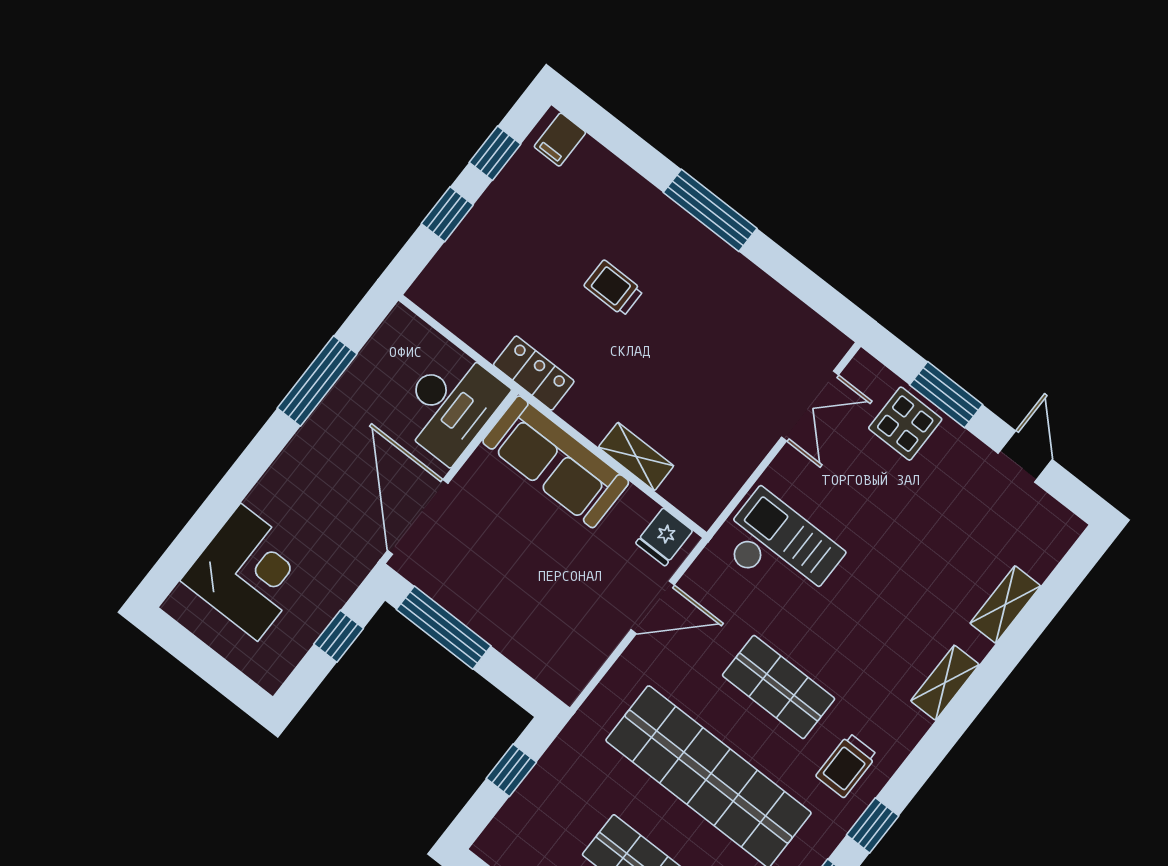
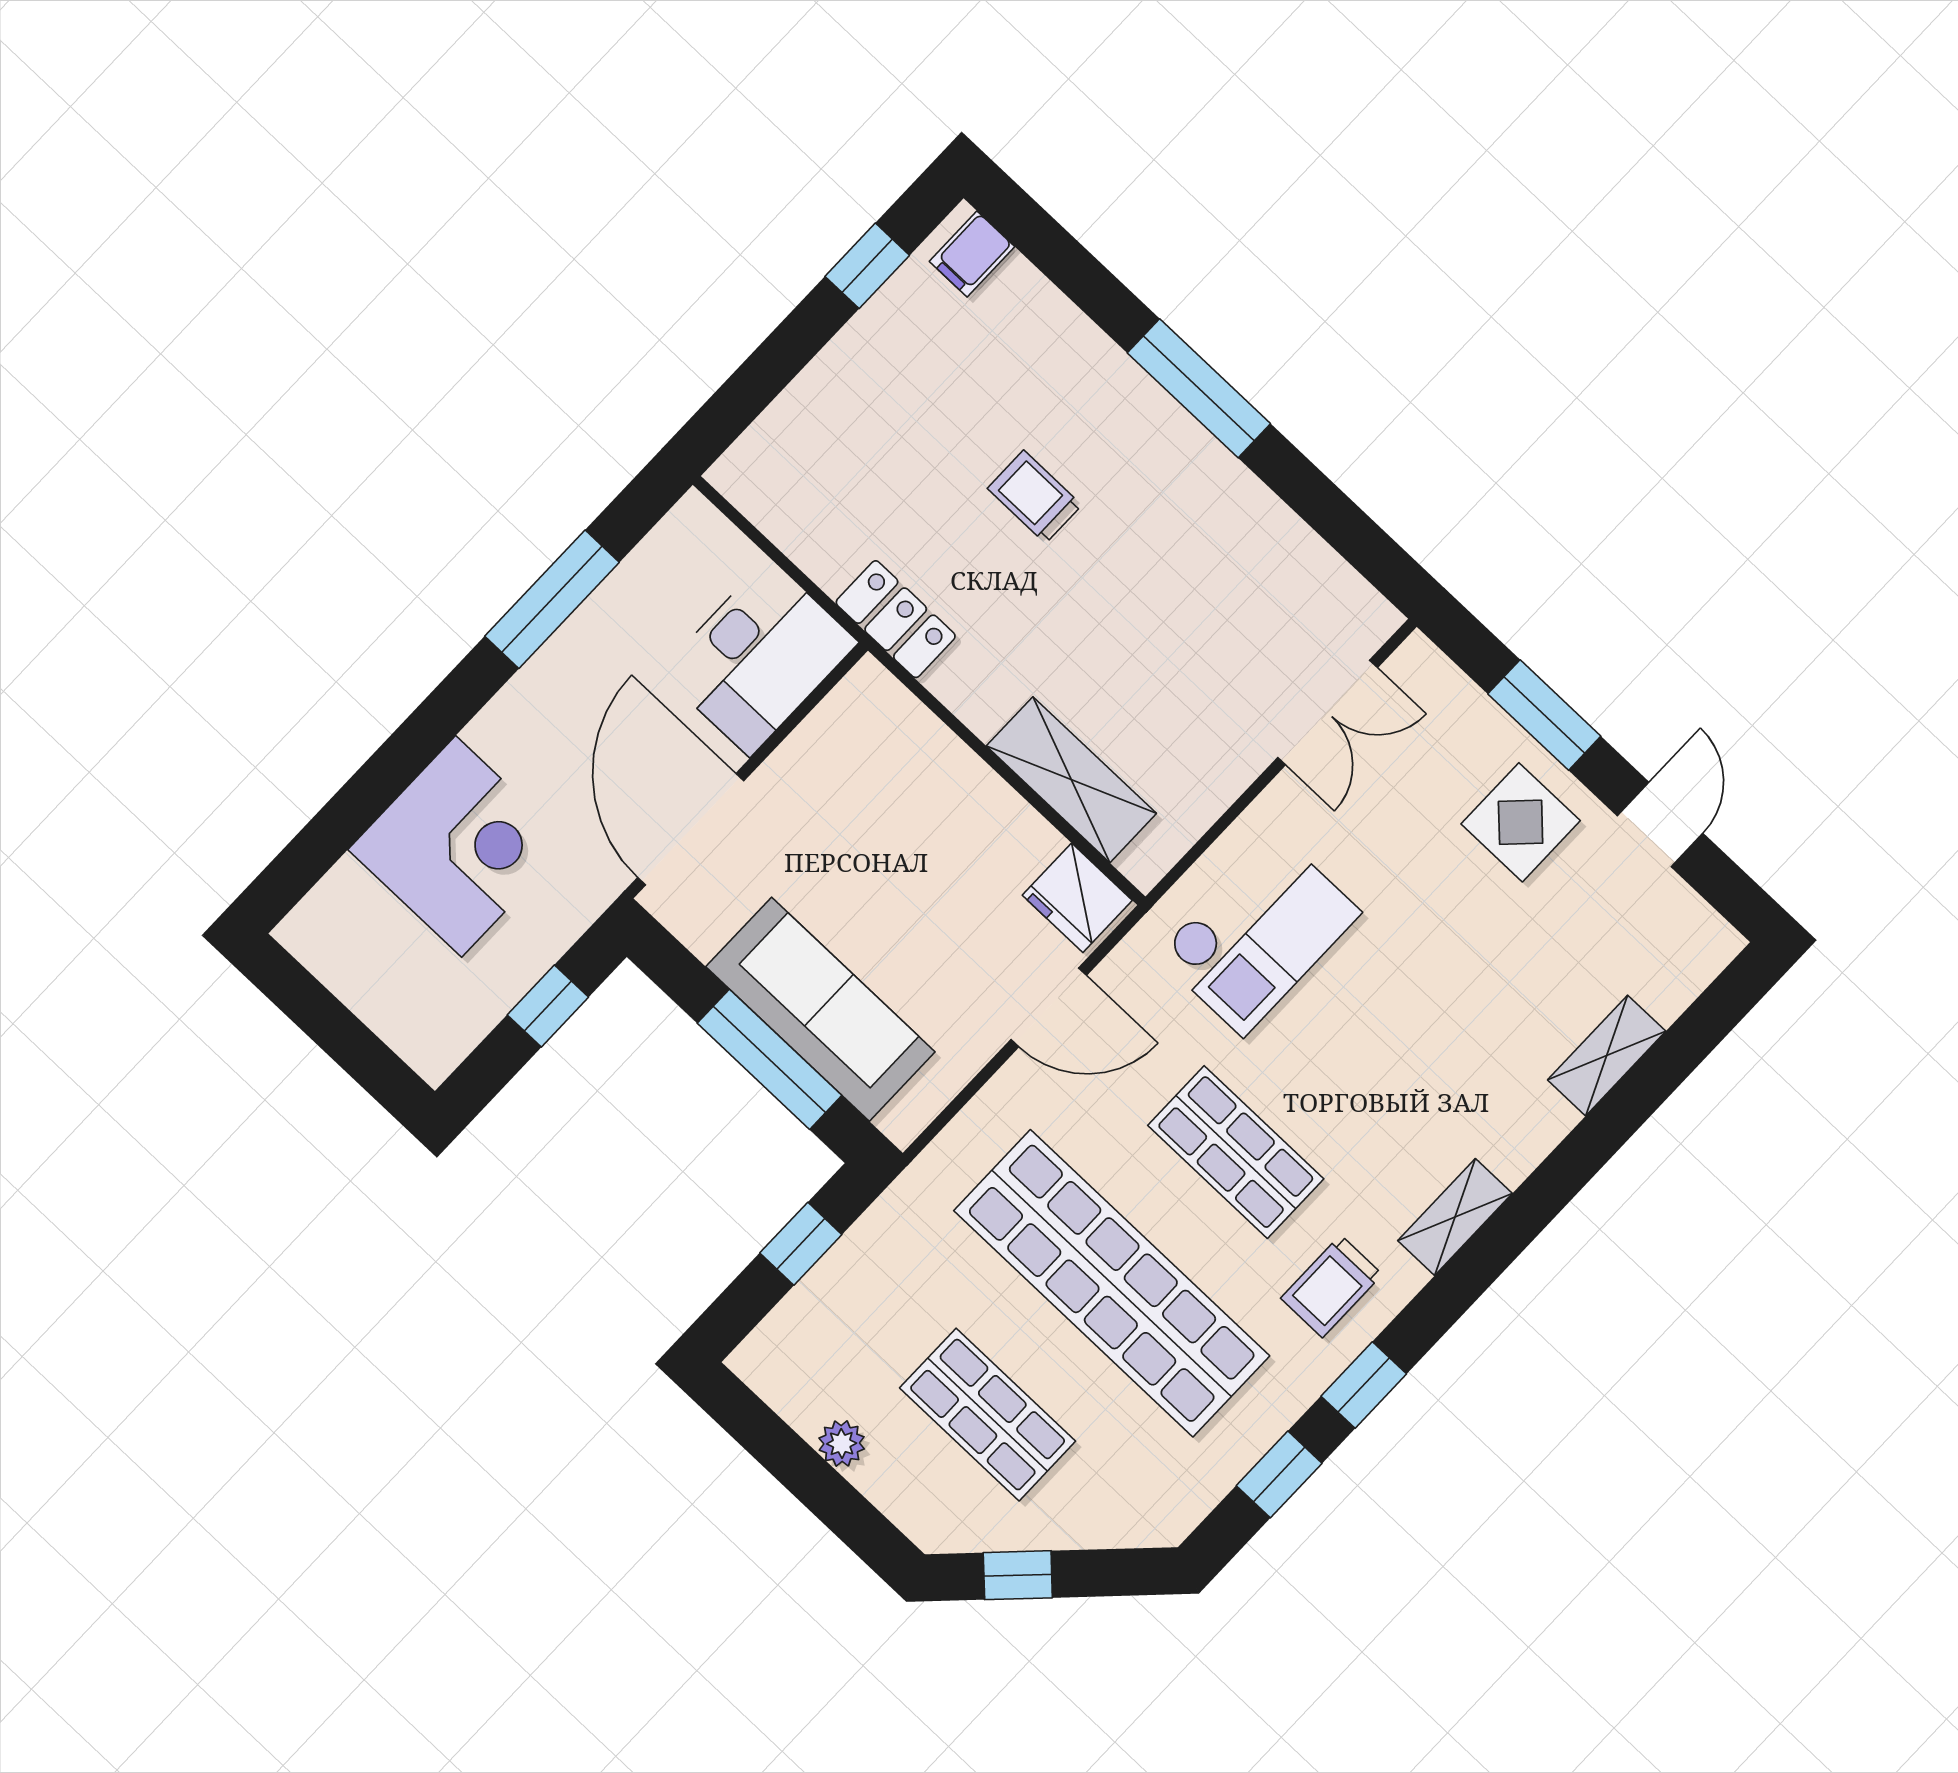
window: (447, 214) -> (783, 355), removed
display table: (905, 424) -> (1521, 822), moved
shelving: (636, 457) -> (1071, 780), width x1.50, depth x1.33
sofa: (556, 462) -> (820, 1009), moved, turned 180
fridge: (664, 537) -> (1077, 898), width x1.38
checkout: (780, 549) -> (1259, 934), turned 90
corner desk: (249, 572) -> (459, 846), moved
window: (444, 628) -> (769, 1059), moved
shelving: (945, 683) -> (1455, 1217), moved

